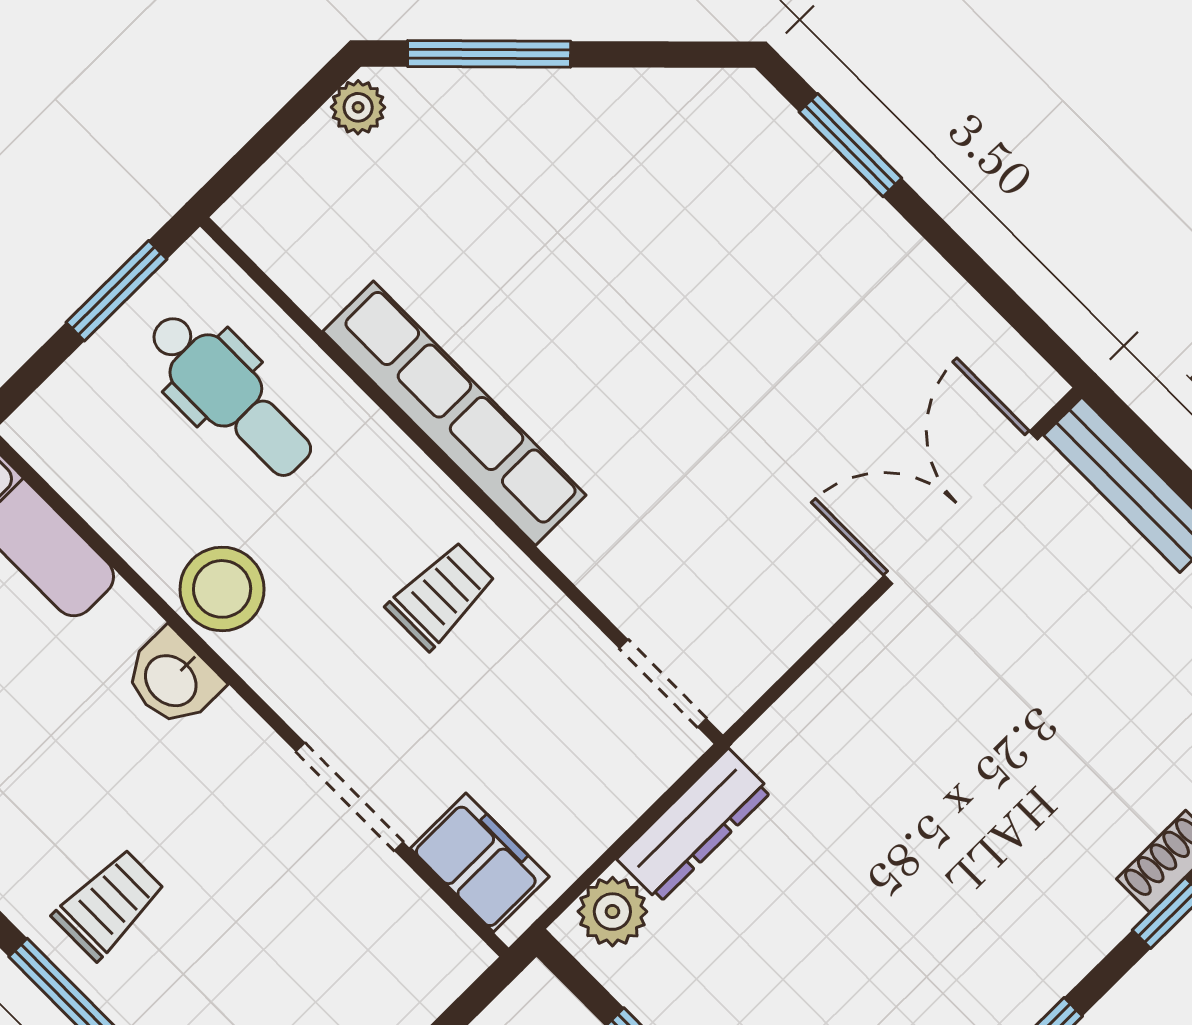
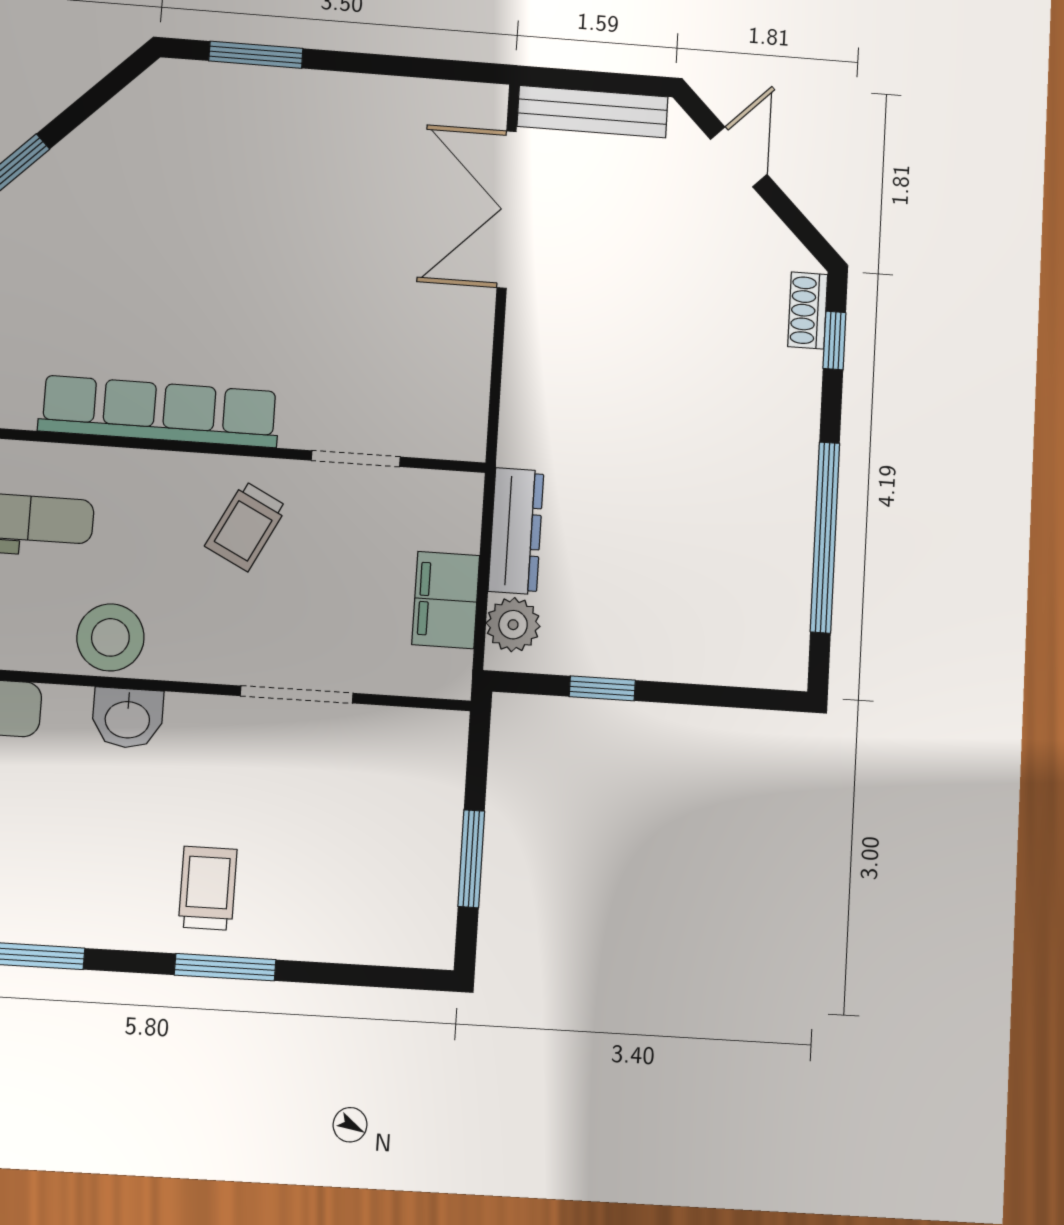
trolley: (441, 595) -> (246, 526), turned -153
doorway: (663, 683) -> (356, 459), moved
filing cabinet: (480, 862) -> (446, 600), moved, turned -90

